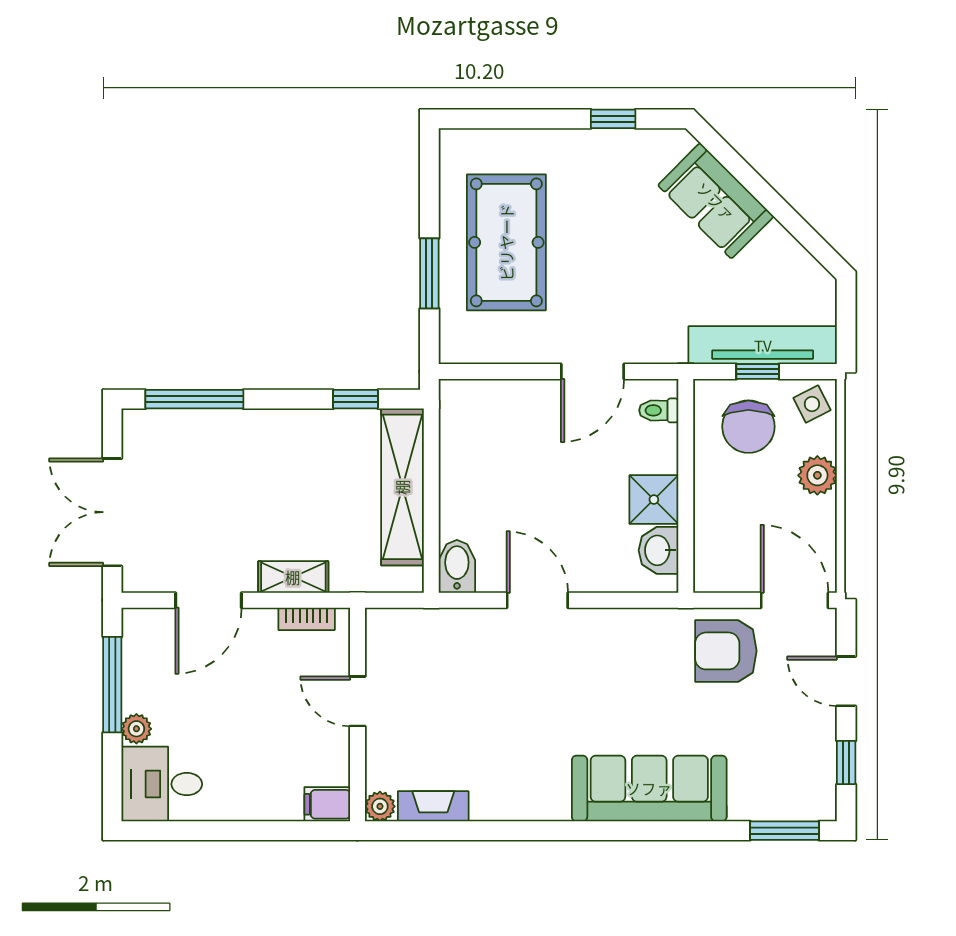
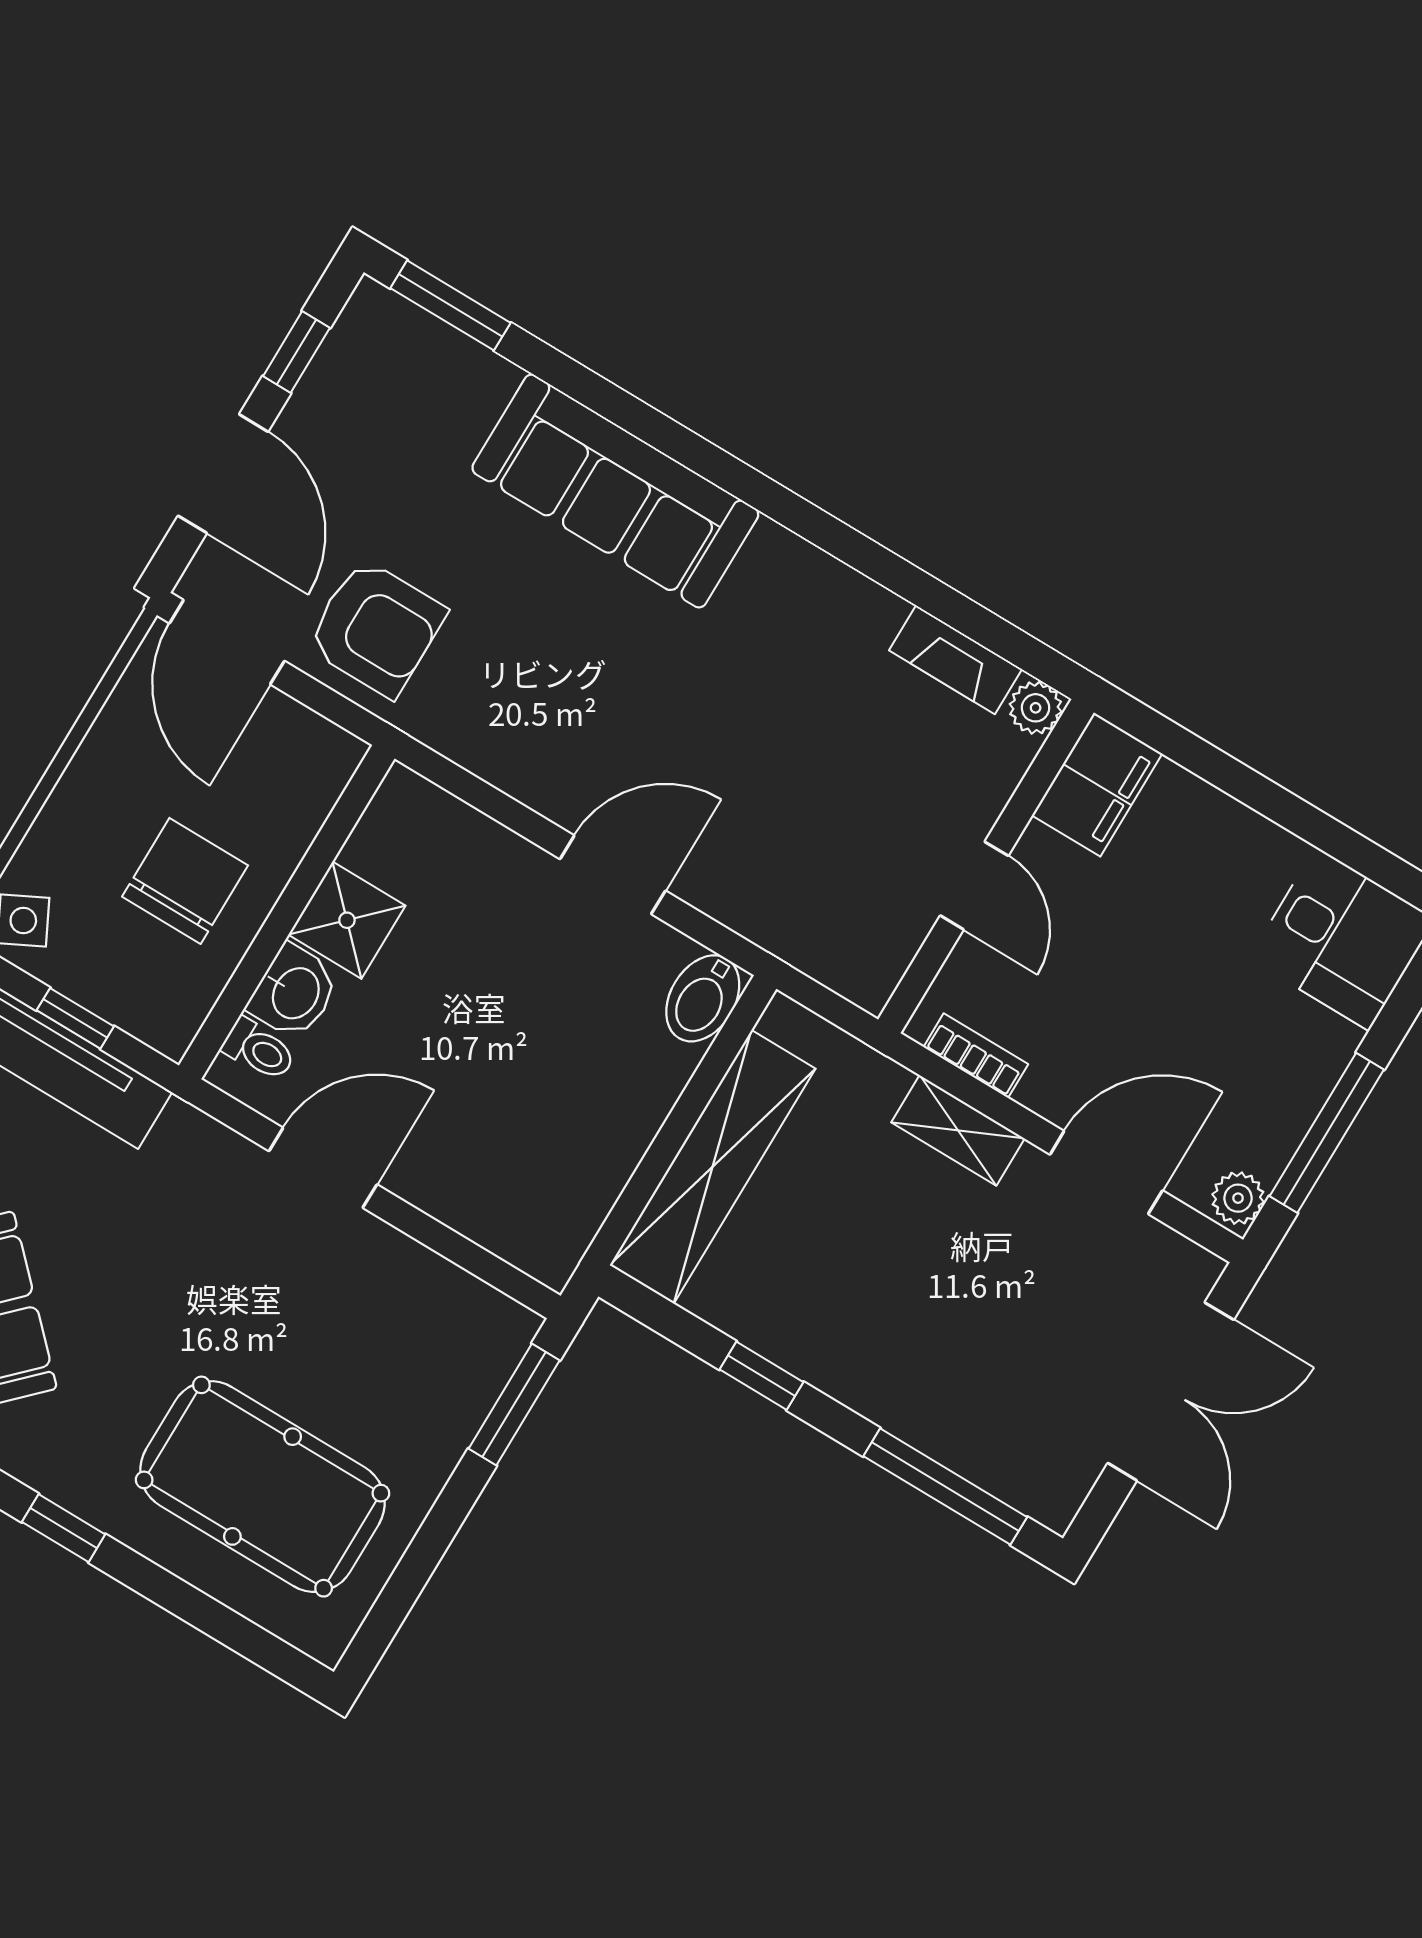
pool table: (506, 242) -> (262, 1487), moved, turned 90
window: (429, 273) -> (514, 1404), moved
window: (355, 399) -> (761, 1376), moved
chair: (748, 427) -> (185, 881), moved
plant: (817, 475) -> (80, 809), removed
washbasin: (658, 550) -> (294, 992), moved
door: (537, 600) -> (613, 875), swing flipped
door: (846, 681) -> (223, 474), width x1.38
plant: (136, 729) -> (1238, 1198), moved
filing cabinet: (327, 804) -> (1097, 785), width x2.00

